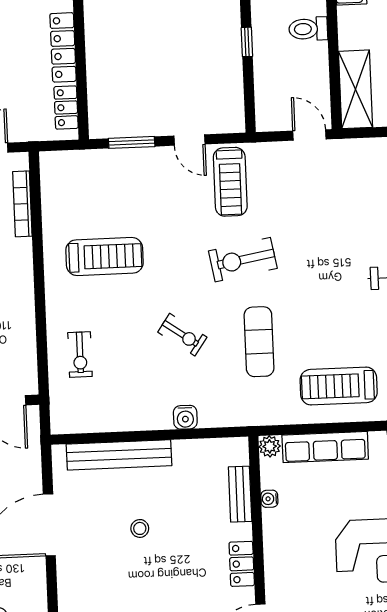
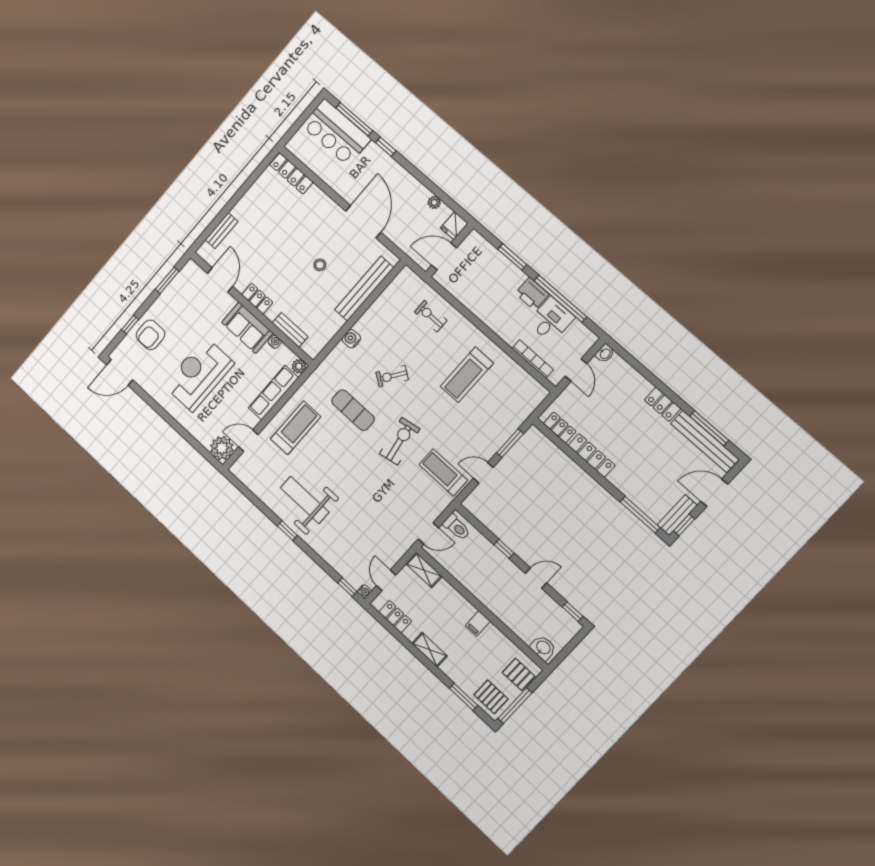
toilet: (308, 29) -> (457, 527), moved, turned 90
shelving: (356, 89) -> (424, 570), width x0.67, depth x0.75
sofa: (284, 544) -> (247, 328), added

